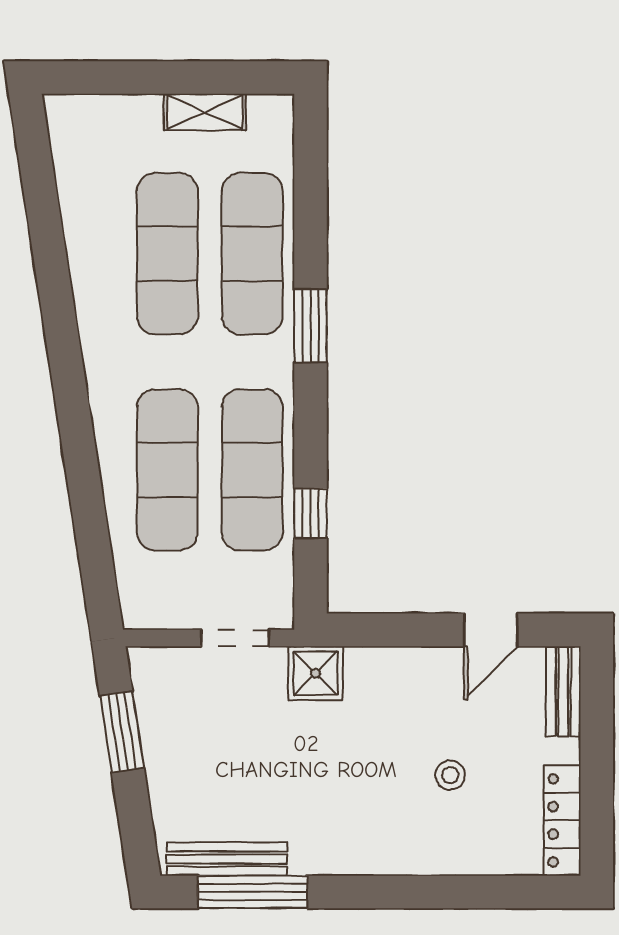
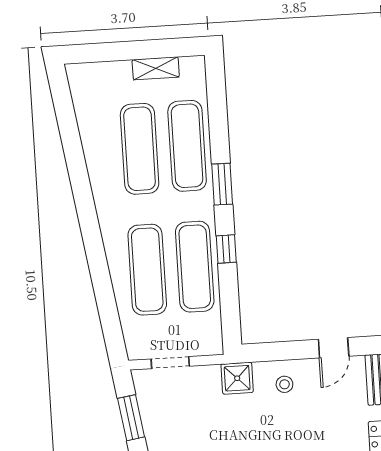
window: (310, 513) -> (226, 249), moved
doorway: (235, 638) -> (170, 363), moved
stool: (450, 775) -> (284, 384), moved

